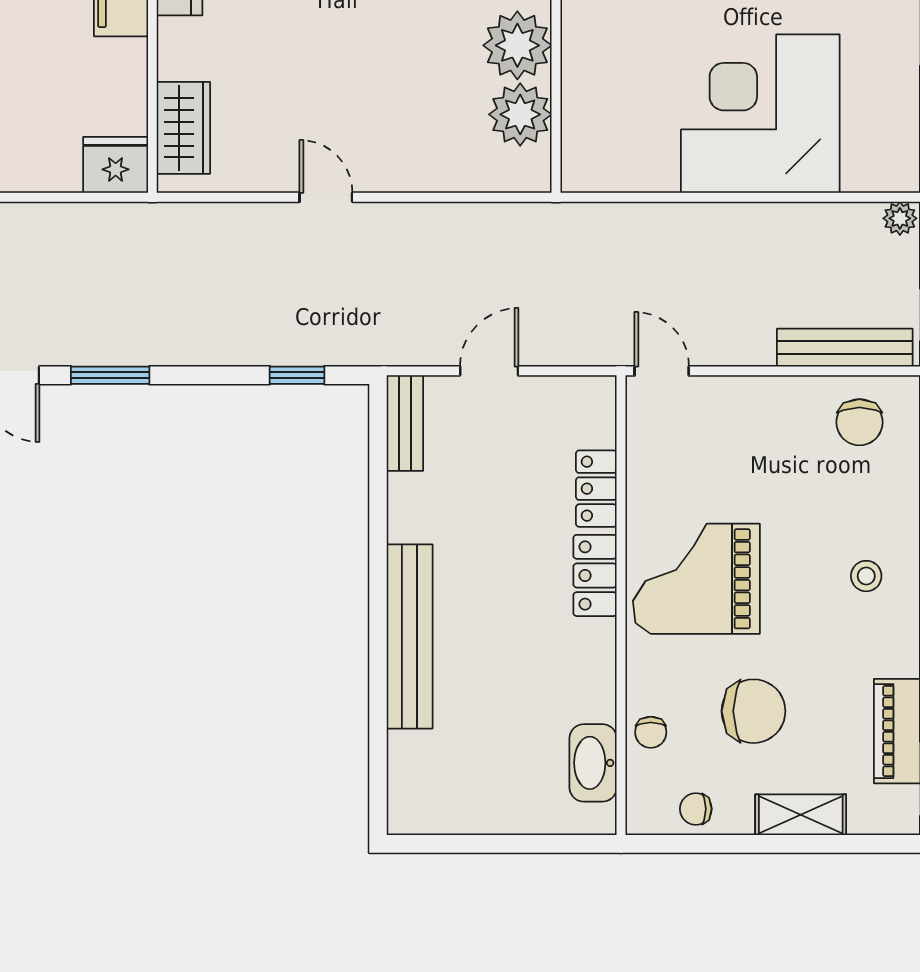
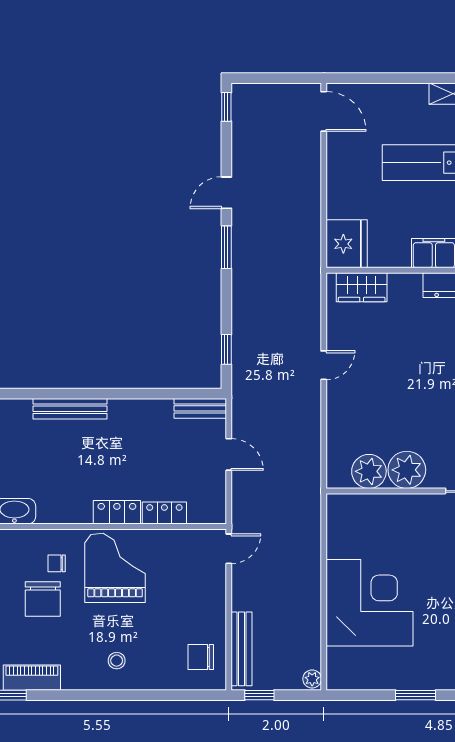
fridge: (116, 165) -> (347, 244), width x1.36, depth x1.34
bench: (410, 636) -> (70, 409), width x0.73, depth x0.82
chair: (651, 732) -> (57, 563), moved

